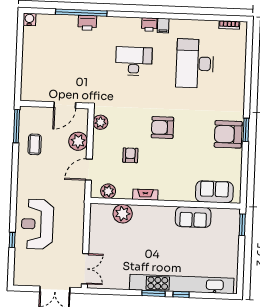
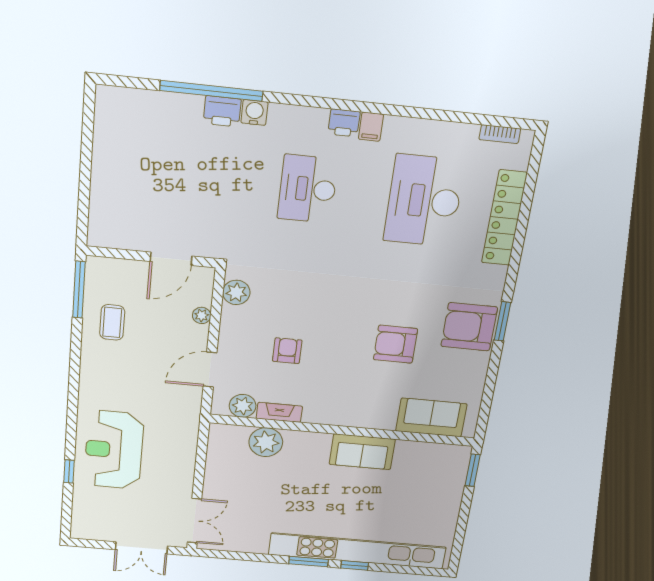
water cooler: (29, 19) -> (254, 112), moved
desk: (134, 61) -> (308, 189), turned -90
locker: (238, 70) -> (504, 218), added
armchair: (162, 127) -> (395, 344), moved
plant: (78, 141) -> (202, 315), width x0.53, depth x0.53
fireplace: (145, 195) -> (279, 412), moved
sofa: (193, 217) -> (362, 452), moved

